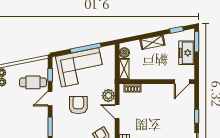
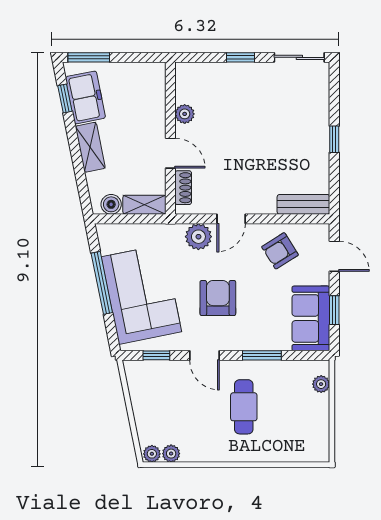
freezer: (187, 53) -> (85, 97), moved, turned -101
cafe table: (33, 82) -> (244, 407), moved
door: (182, 82) -> (170, 153), moved
plant: (169, 89) -> (185, 114), added
armchair: (78, 105) -> (218, 298), turned 90

